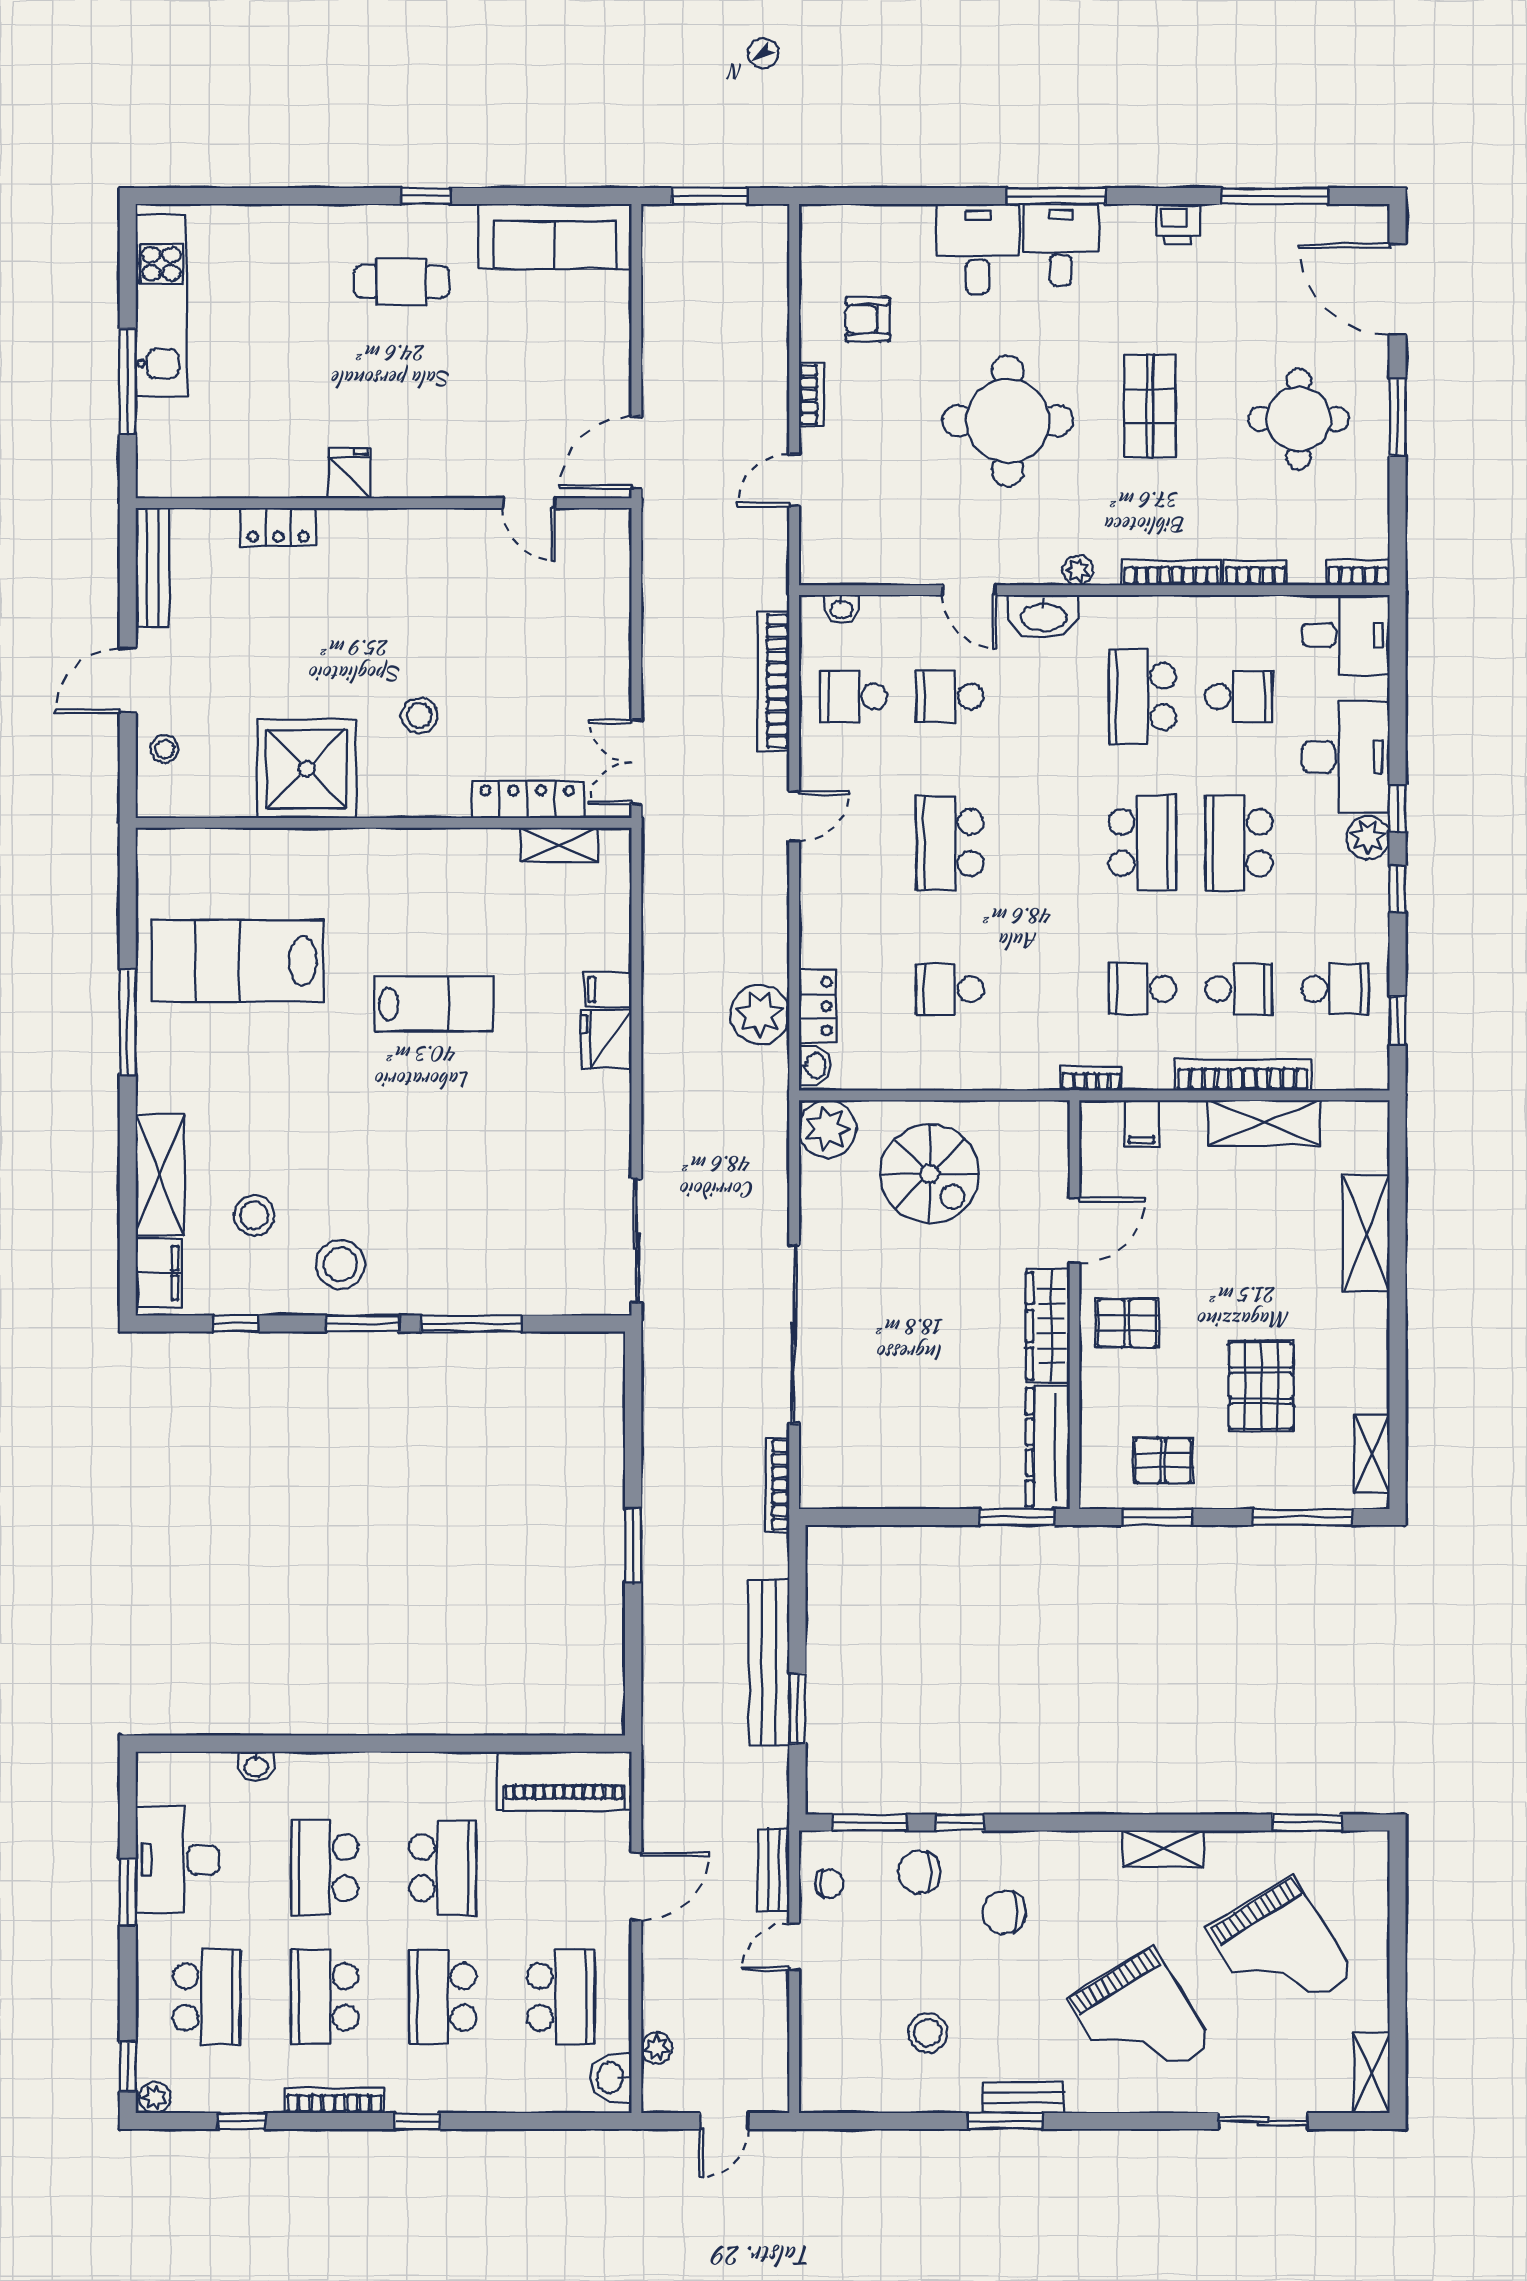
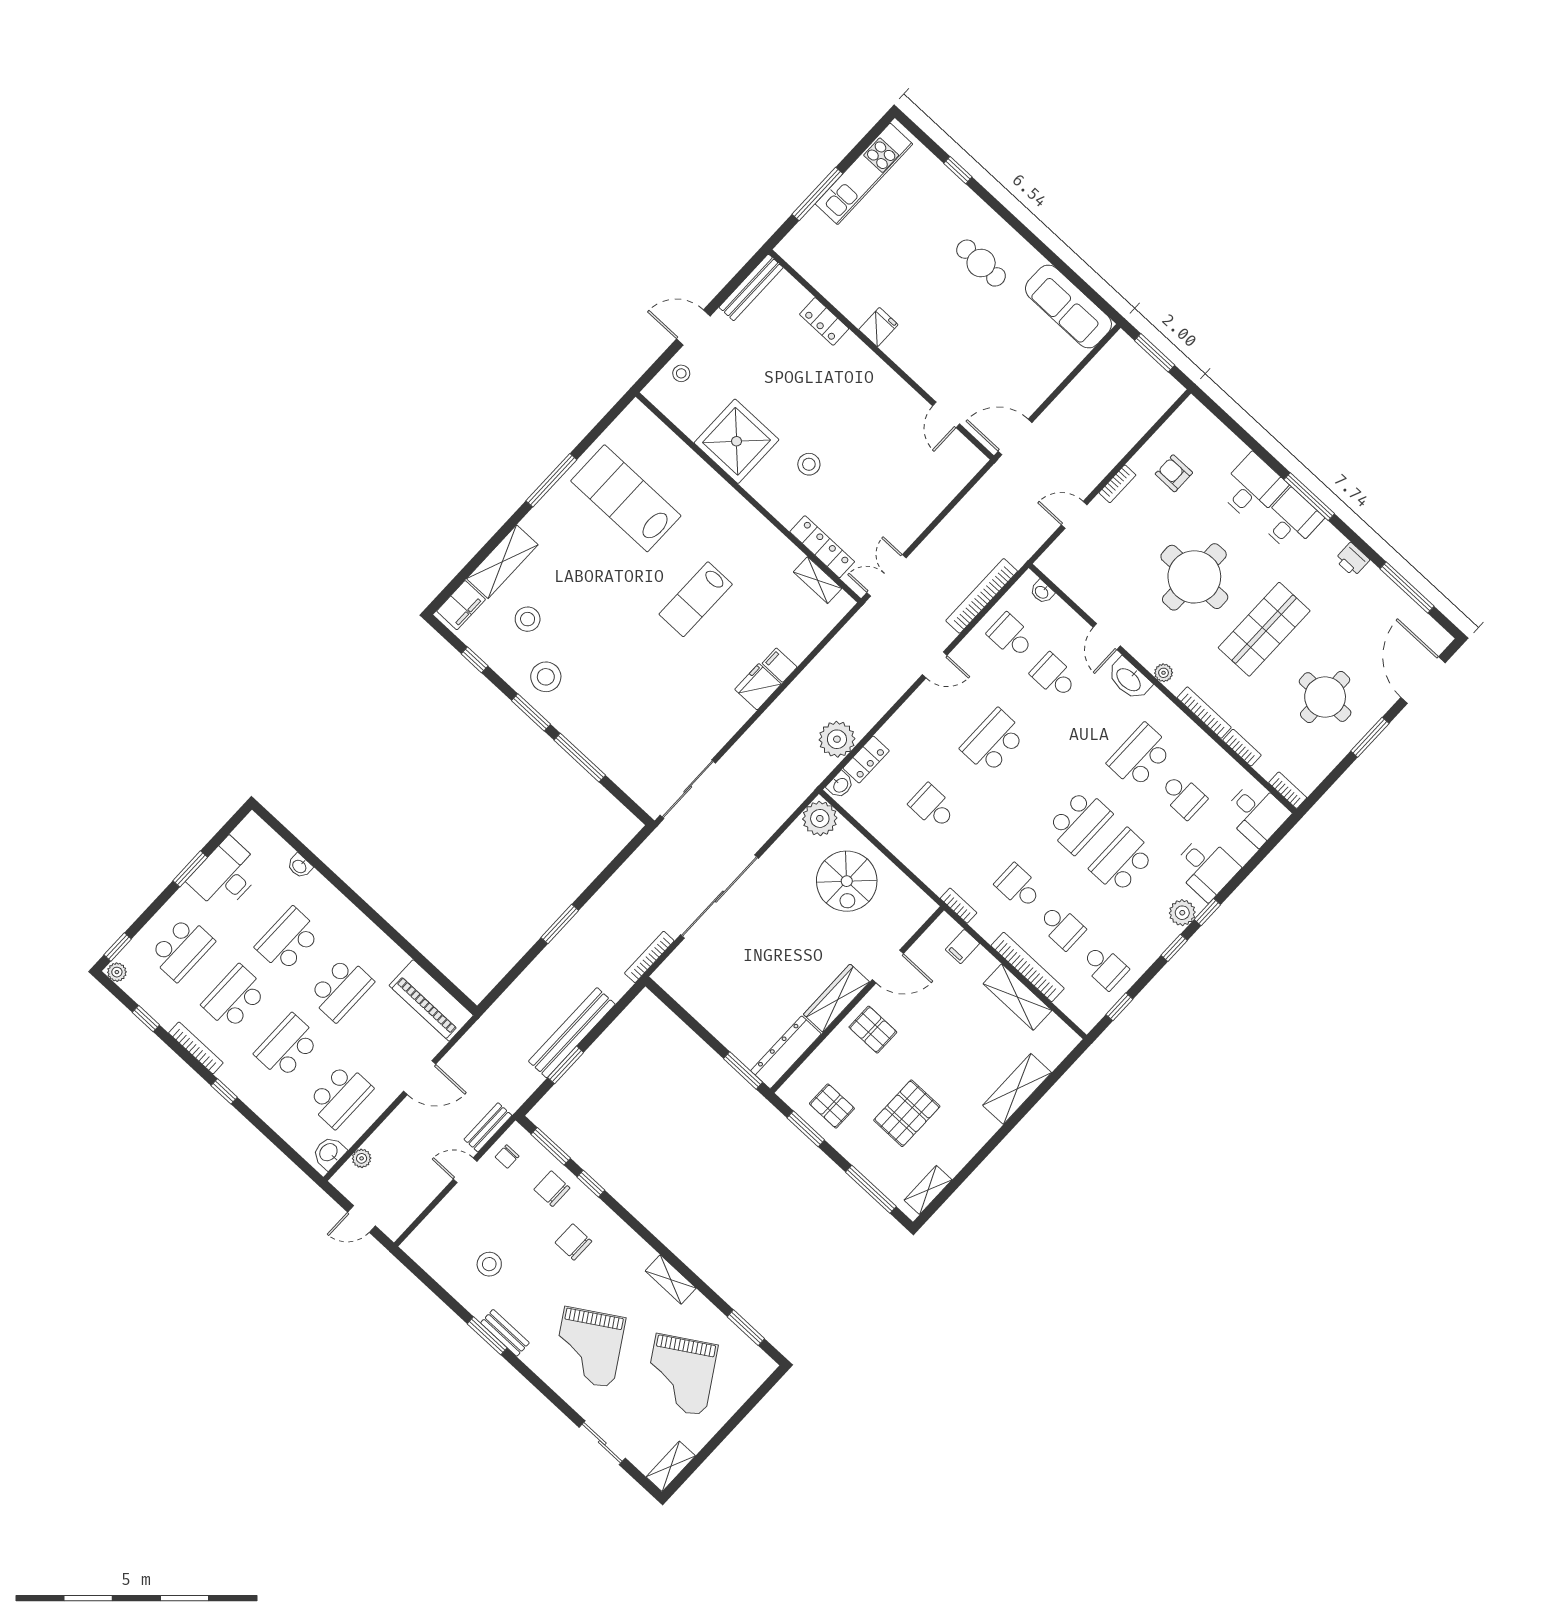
window: (426, 196) -> (958, 170), moved
shop shelf: (1150, 406) -> (1264, 629), width x1.43, depth x1.36
desk: (1346, 757) -> (1206, 867), width x0.73
lab bench: (434, 1004) -> (696, 599), turned 90
chair: (829, 1884) -> (507, 1157), turned 90

